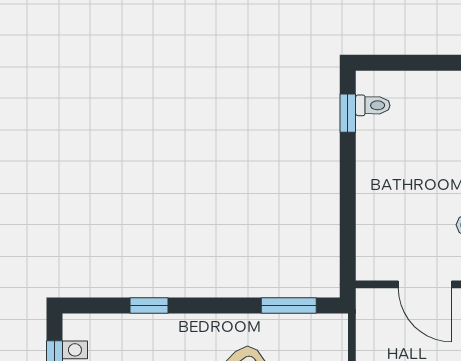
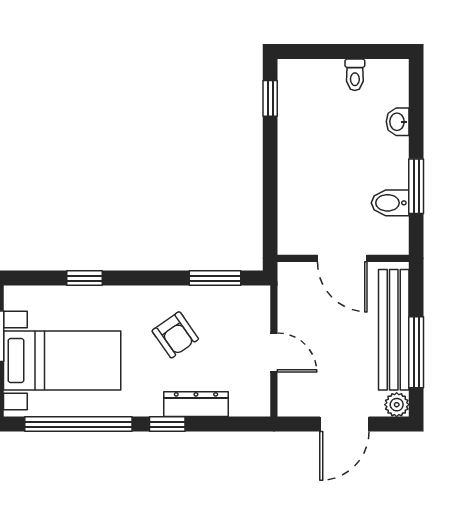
toilet: (373, 105) -> (355, 75), moved, turned 90

